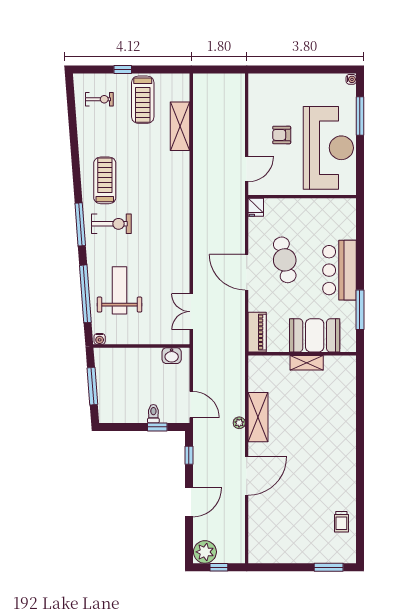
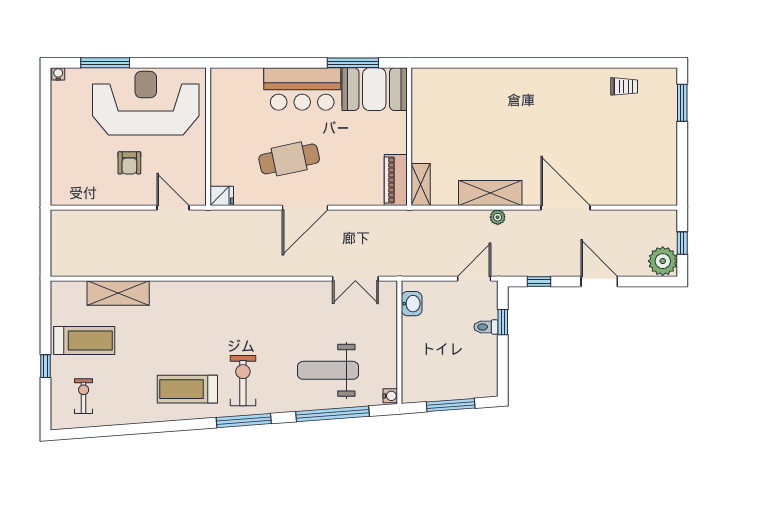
piano: (257, 332) -> (396, 180), moved, turned -90
booth: (315, 335) -> (374, 89), moved, turned 90
shelving: (307, 363) -> (421, 185), moved

